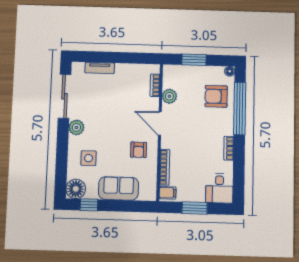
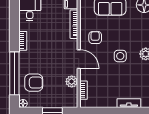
side table: (89, 158) -> (120, 56), moved

